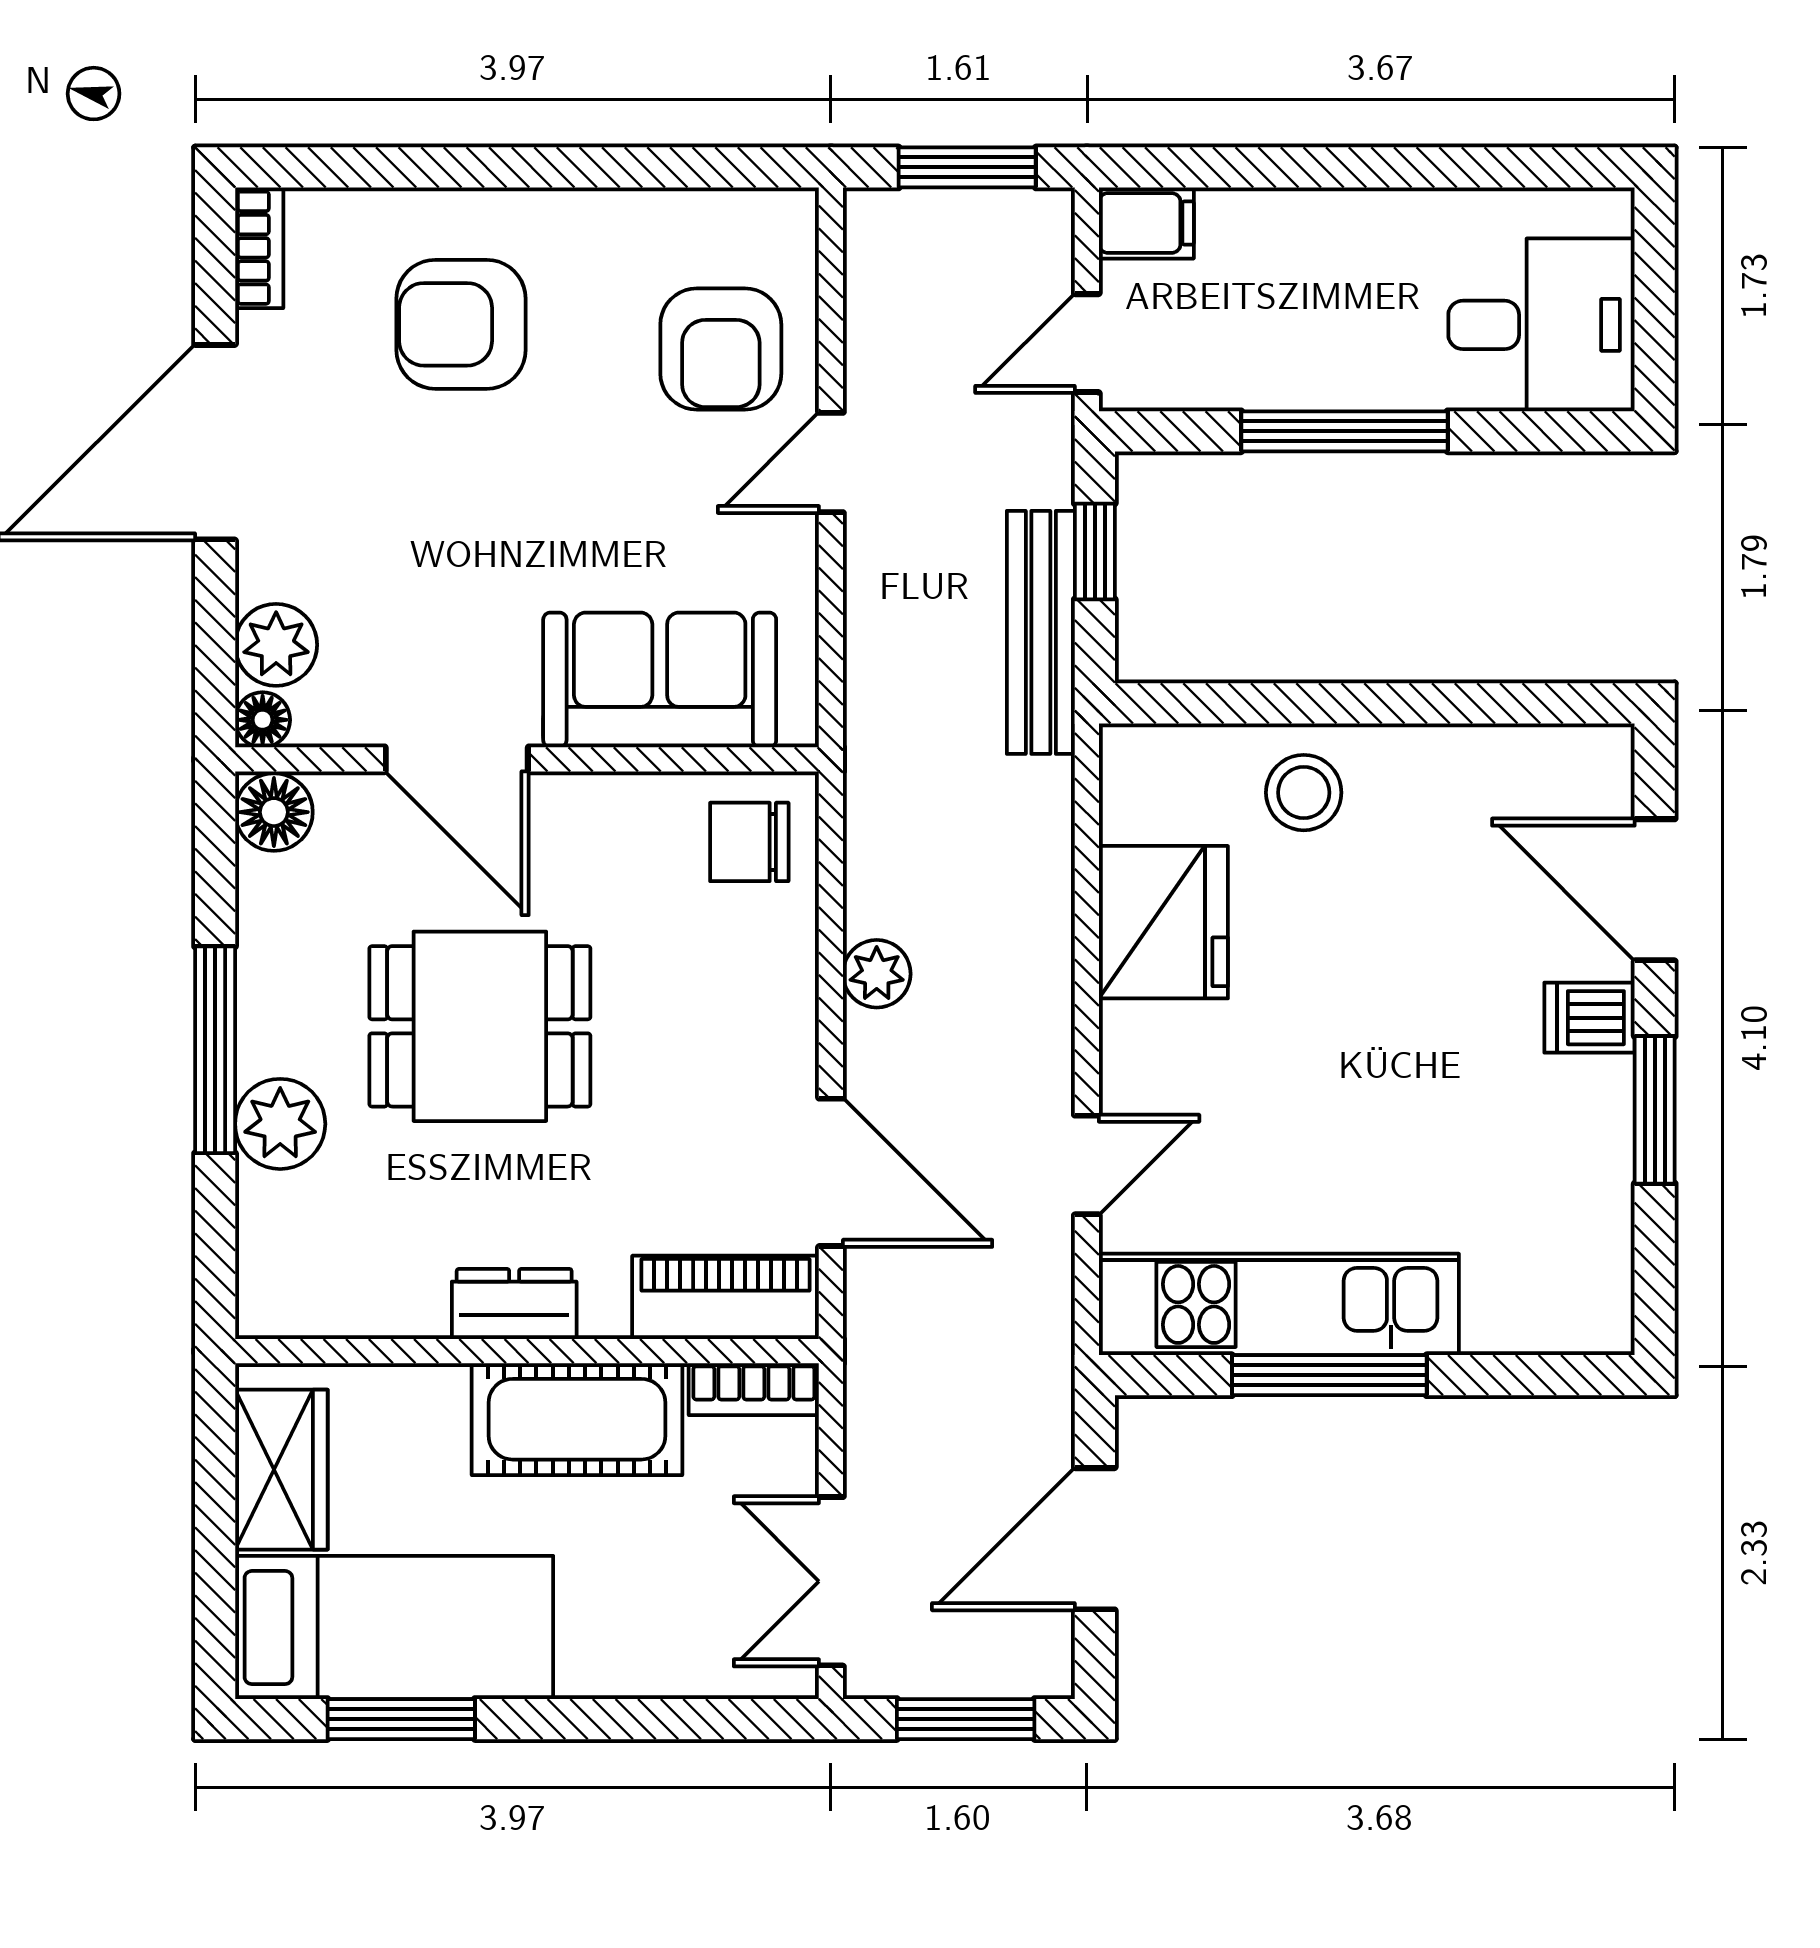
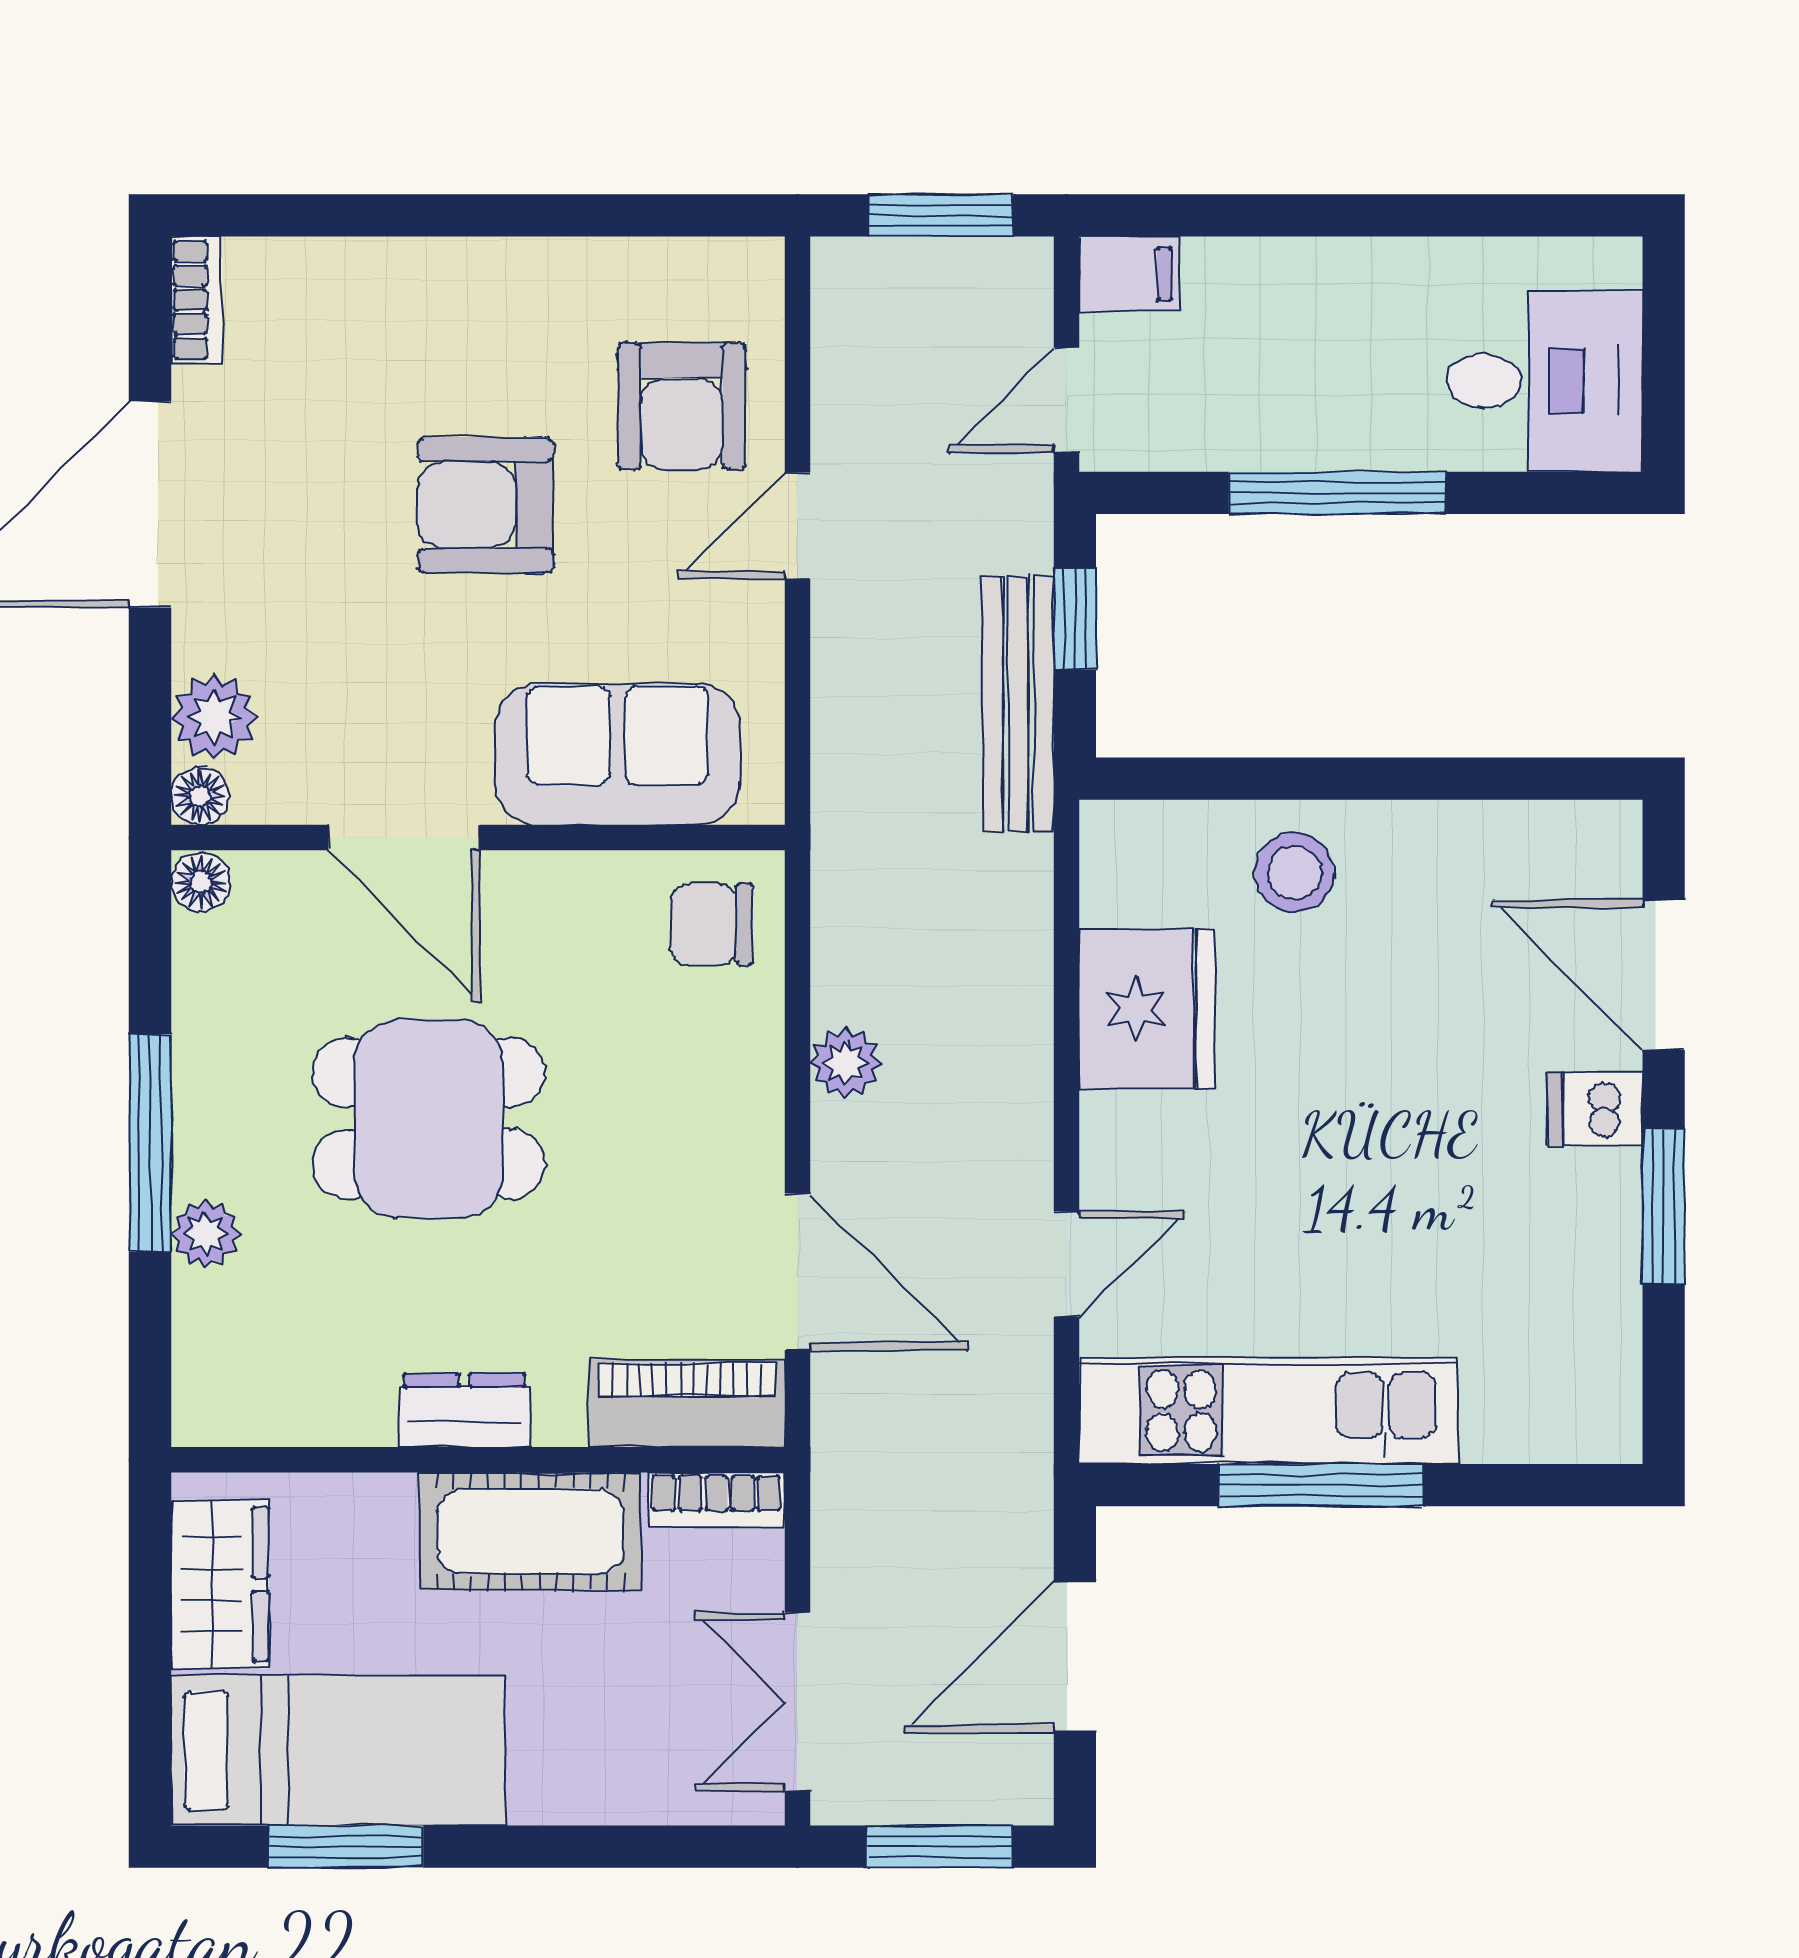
armchair: (461, 324) -> (486, 505), moved
floor lamp: (274, 812) -> (201, 882), width x0.73, depth x0.73
plant: (280, 1124) -> (206, 1234), width x0.73, depth x0.73

